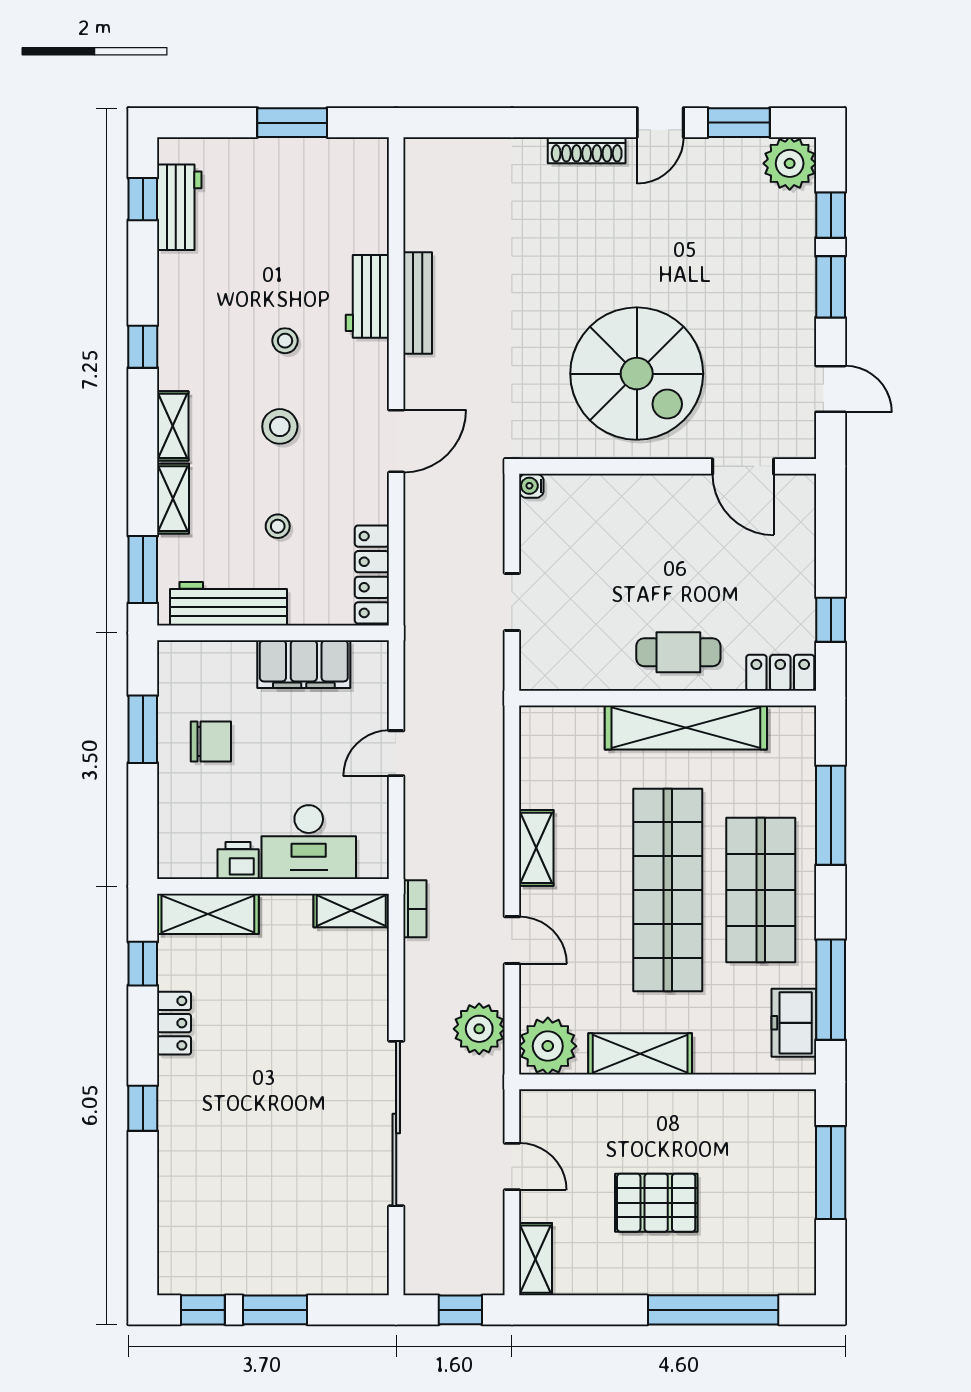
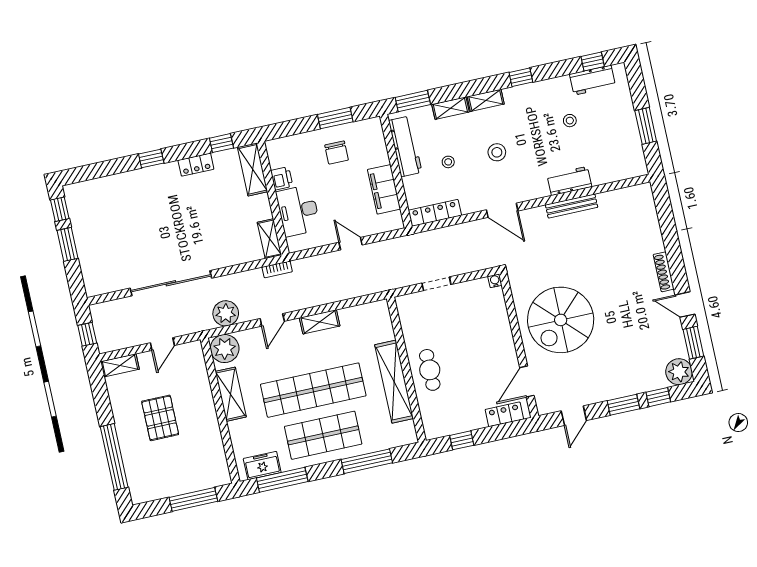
stool: (285, 341) -> (570, 121), moved
locker: (780, 673) -> (504, 414), moved, turned -90

